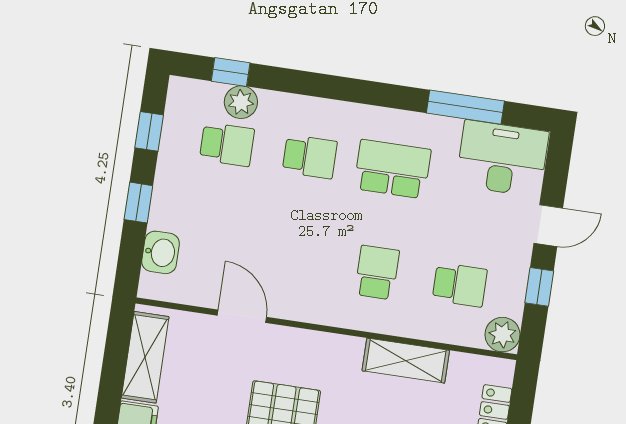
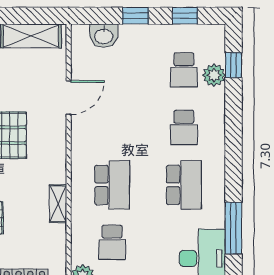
school desk: (377, 272) -> (112, 185), width x1.85
shelving: (406, 361) -> (58, 204), width x0.67, depth x0.75

